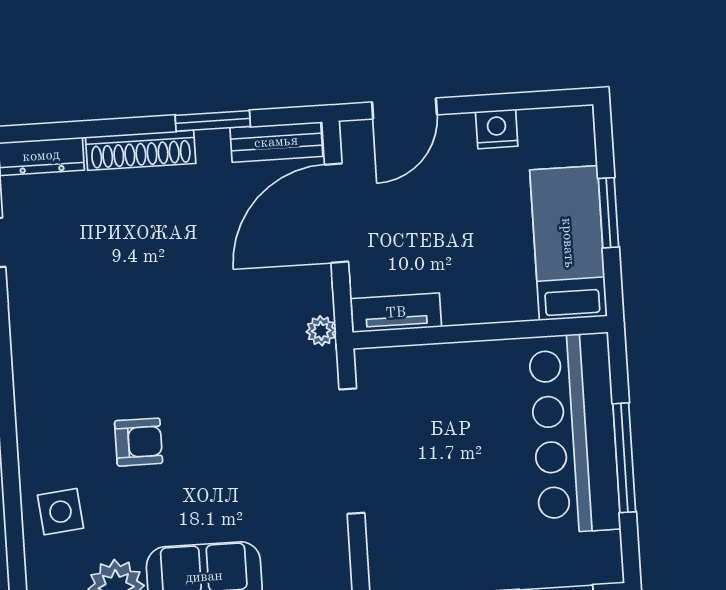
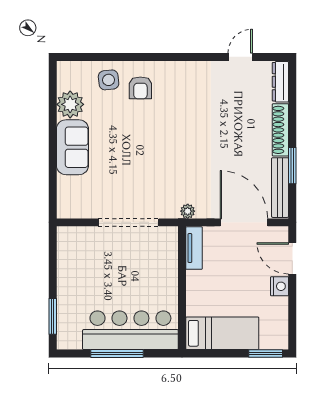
nightstand: (497, 129) -> (279, 286), moved
bench: (276, 142) -> (280, 188), width x1.36
window: (608, 213) -> (266, 354), moved
armchair: (139, 442) -> (140, 88), moved

